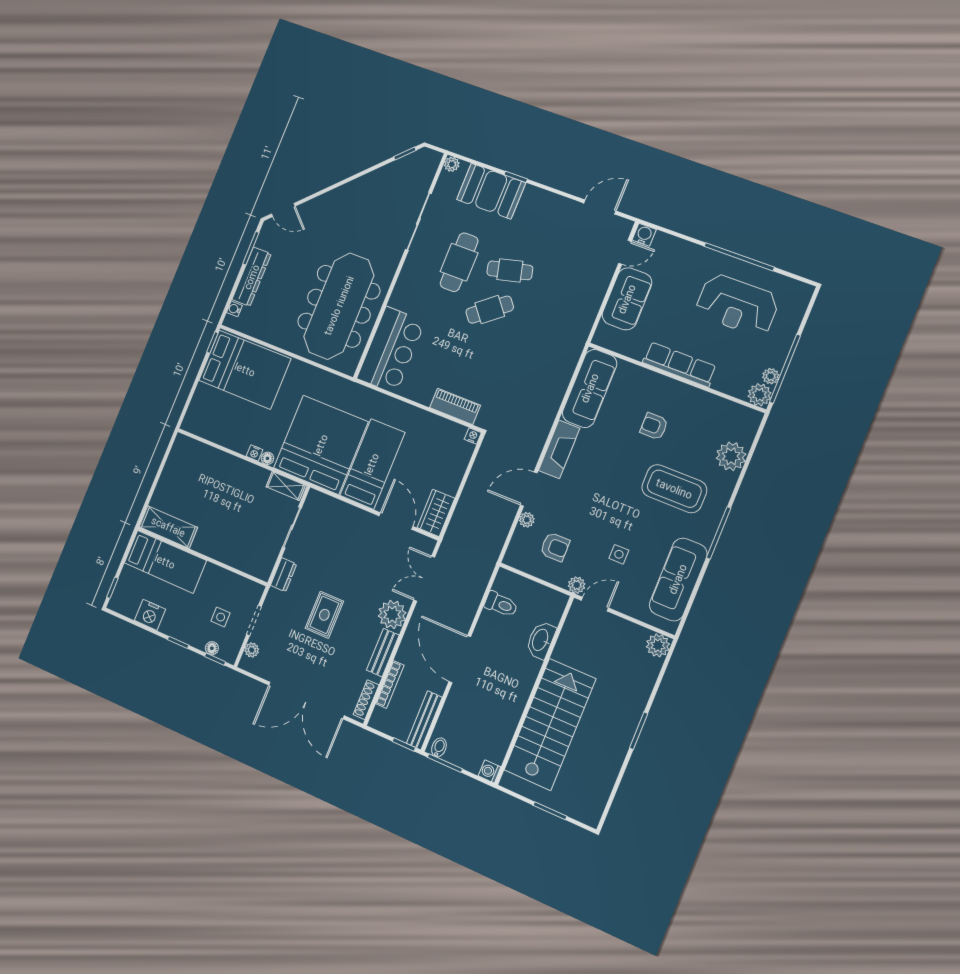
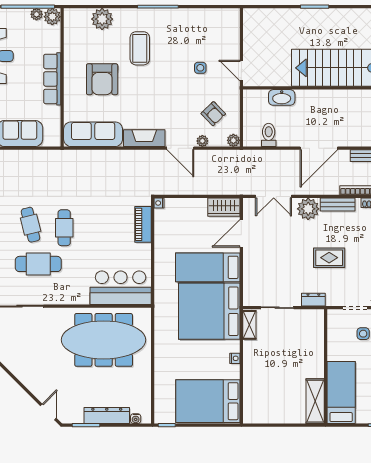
cafe table: (490, 310) -> (64, 228), turned 39
bed: (245, 370) -> (208, 401), moved, turned -90
armchair: (654, 426) -> (102, 79), width x1.88, depth x1.88
floor lamp: (267, 458) -> (235, 347), removed
coffee table: (674, 489) -> (140, 48), width x0.73, depth x0.76
armchair: (555, 547) -> (213, 114), turned 136
sofa: (678, 579) -> (201, 21), removed
plant: (577, 585) -> (233, 140), moved
plant: (658, 645) -> (251, 17), removed

